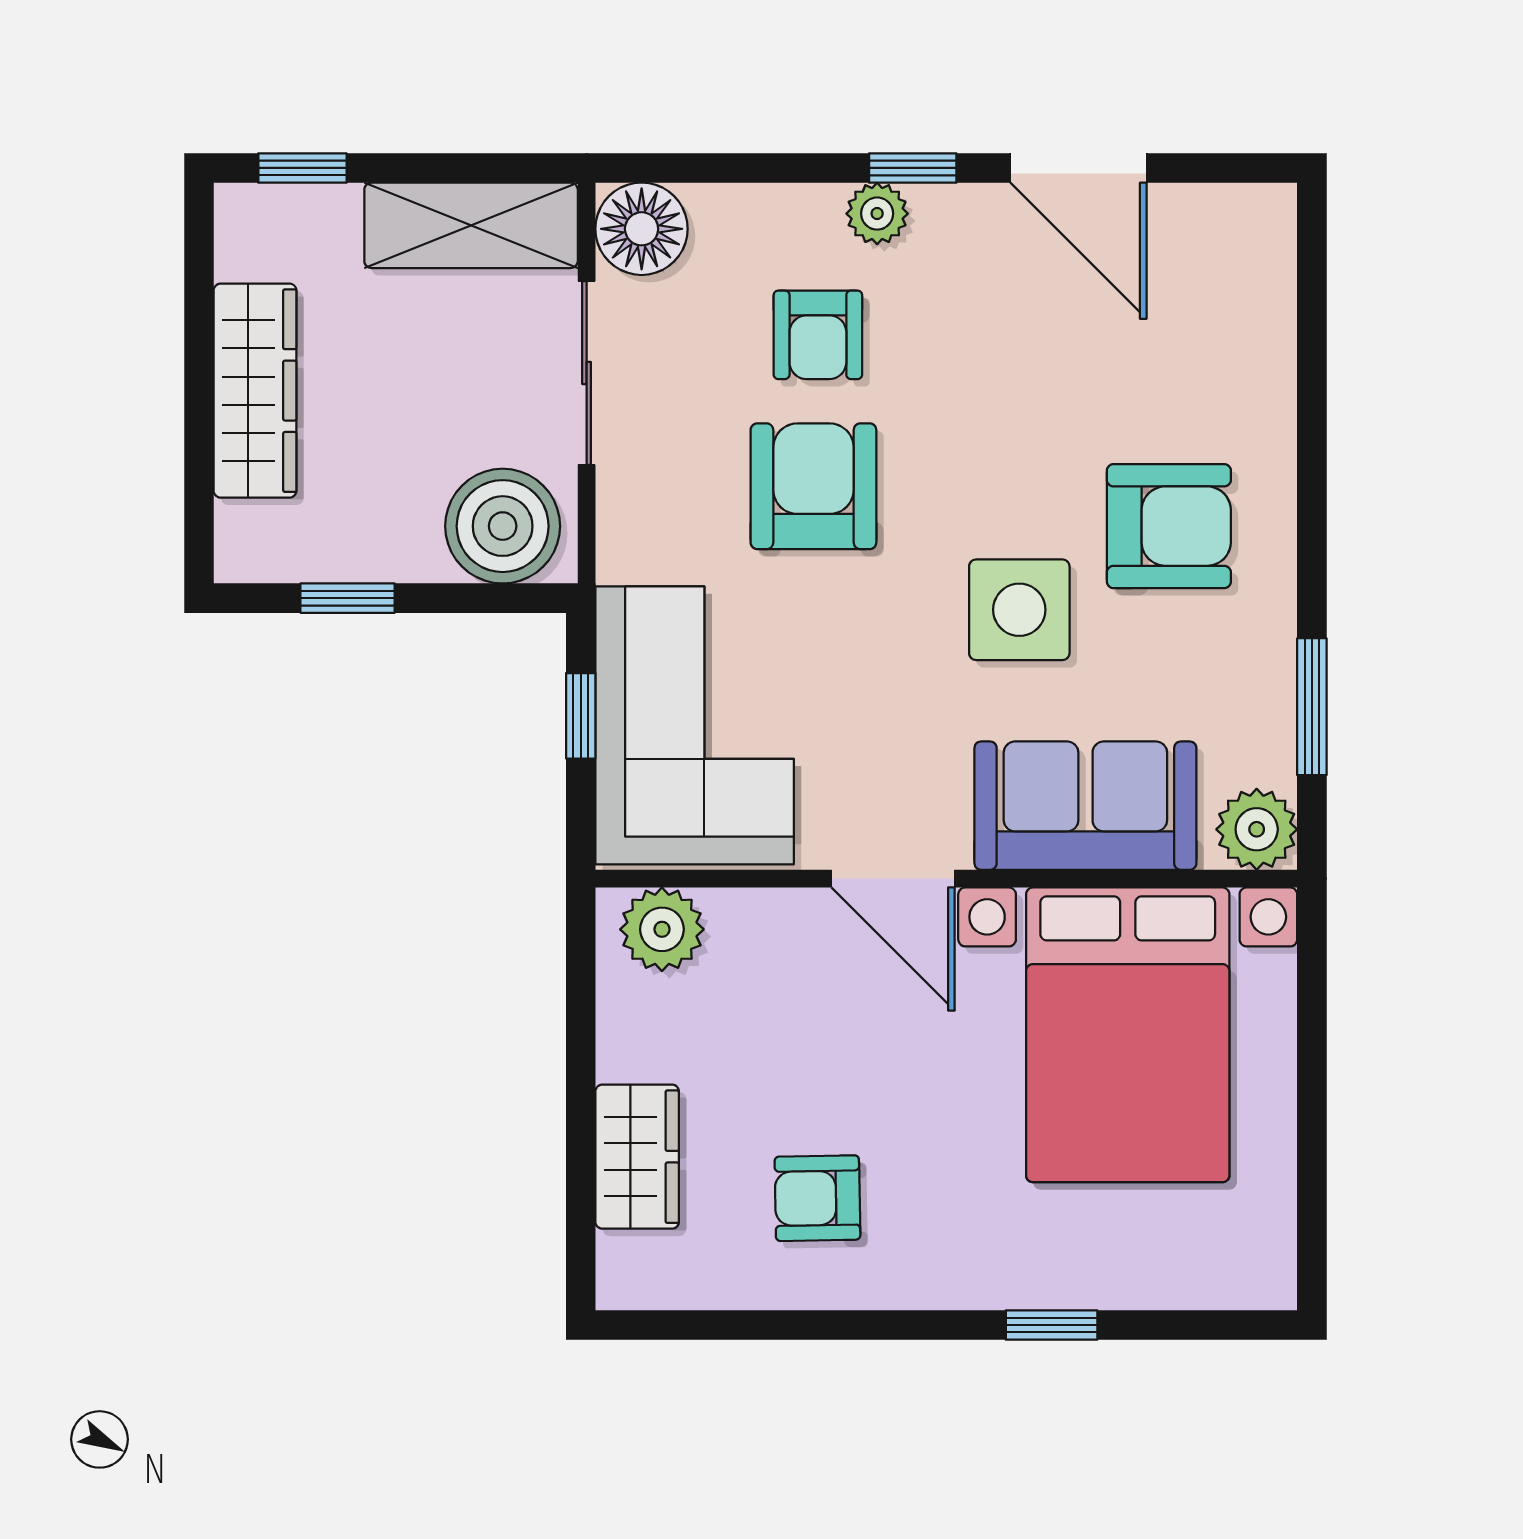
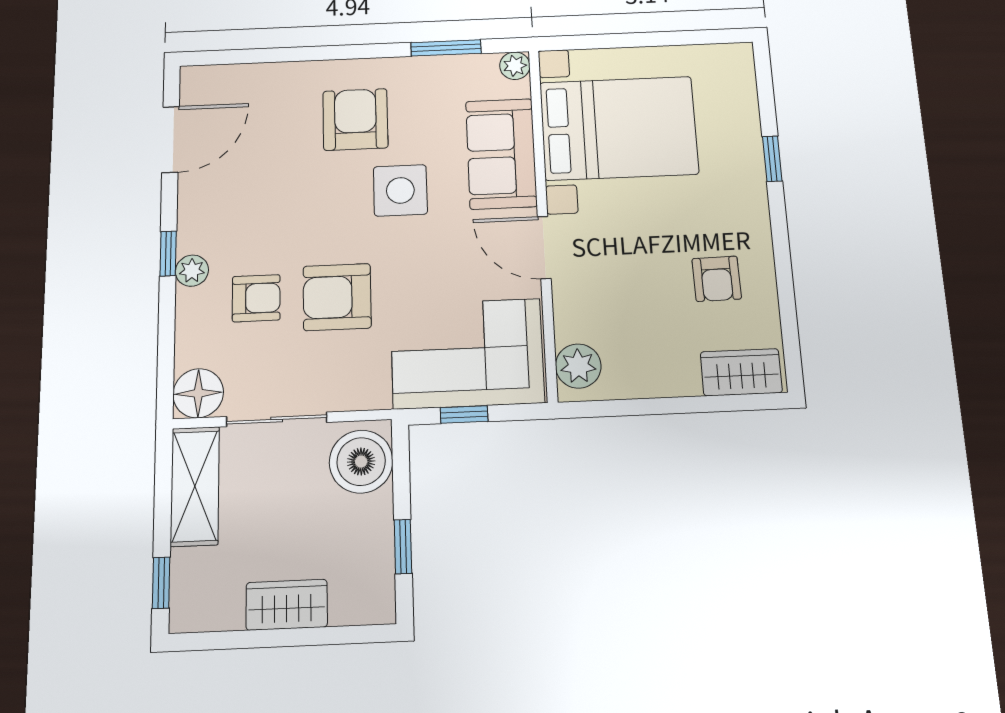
door: (1078, 168) -> (171, 139), moved
wardrobe: (255, 391) -> (287, 605), width x0.67
plant: (1257, 829) -> (515, 66), width x0.73, depth x0.73
door: (893, 879) -> (544, 247), swing flipped
wardrobe: (637, 1157) -> (741, 372), moved

